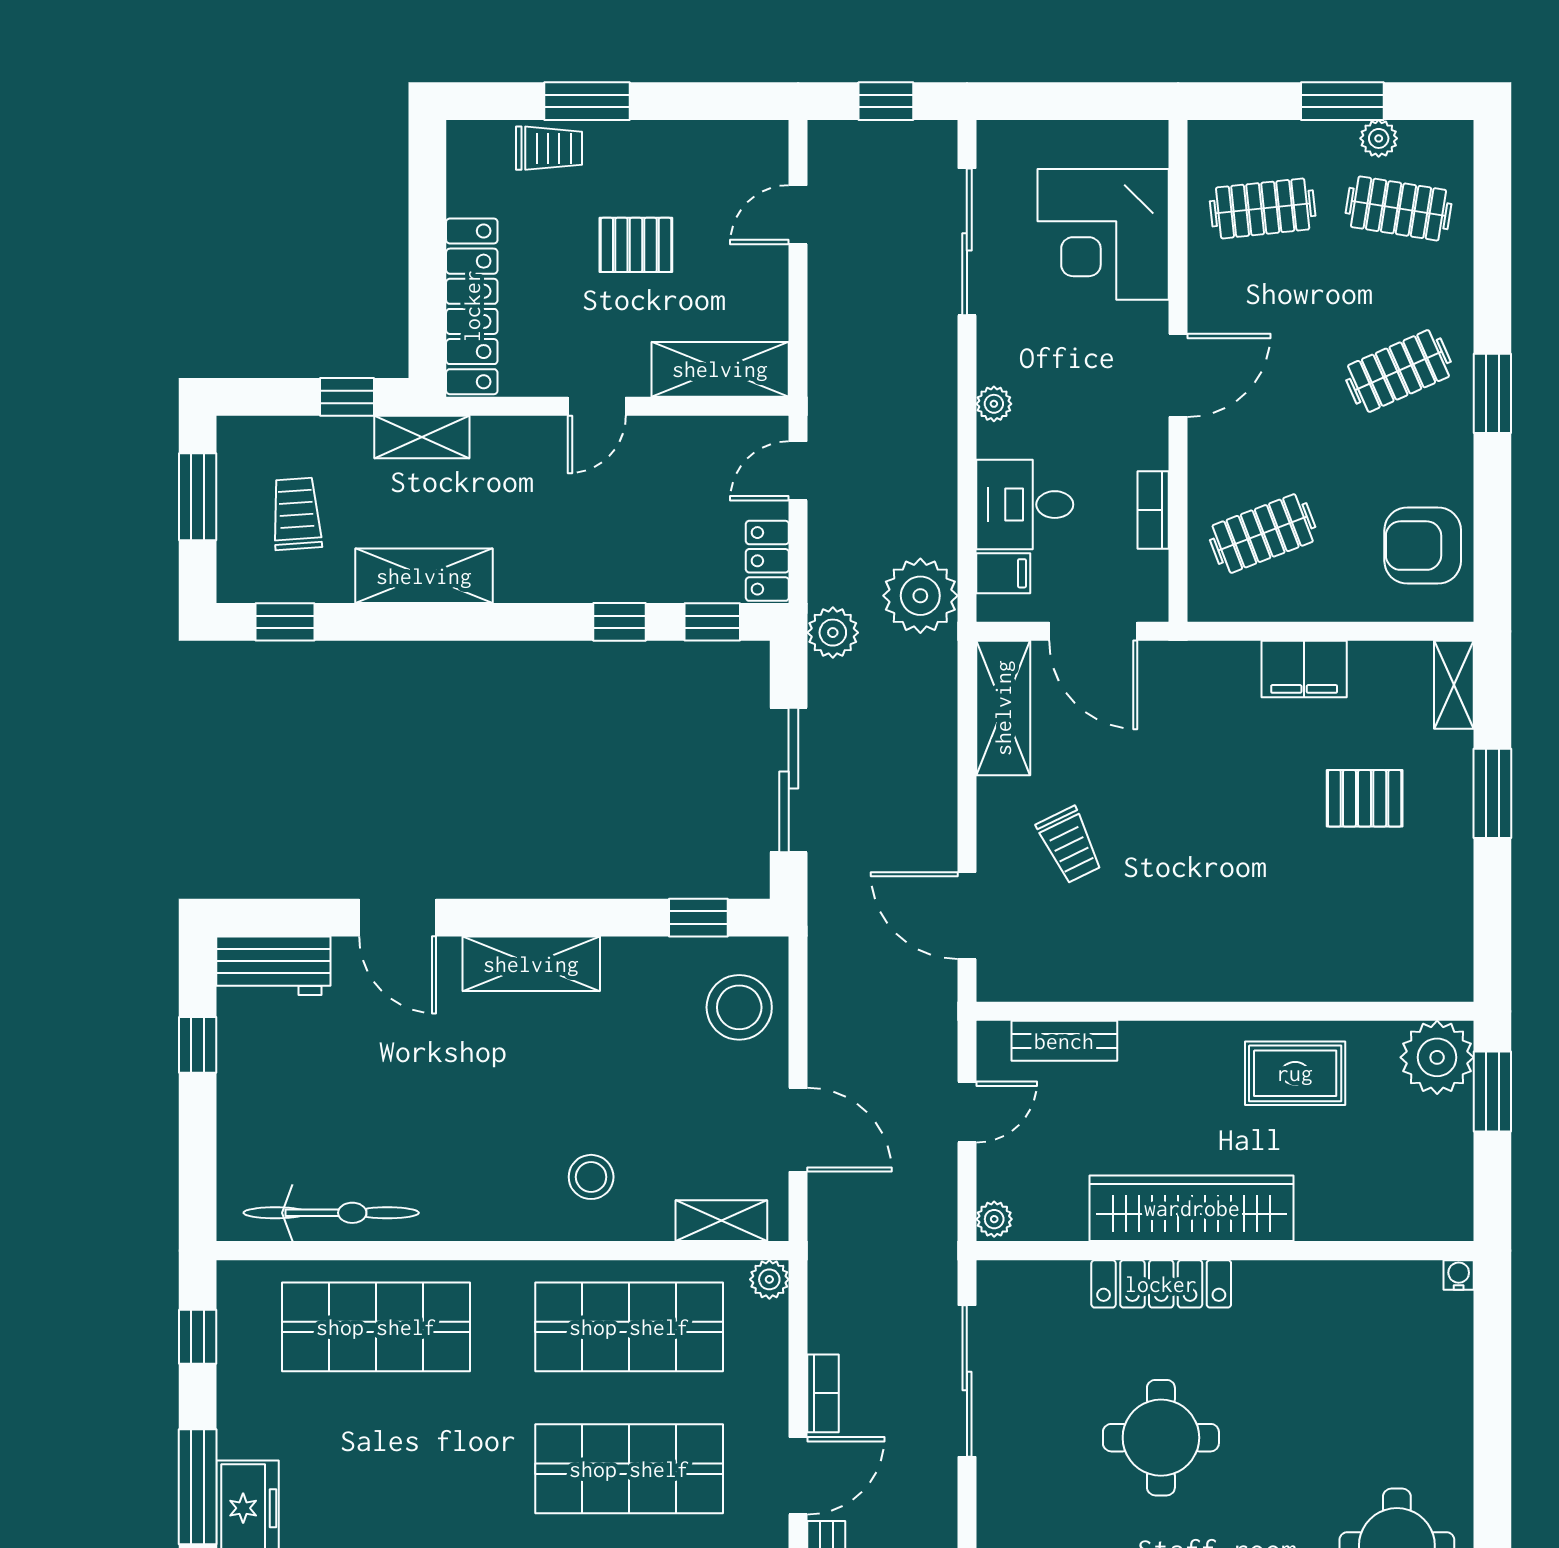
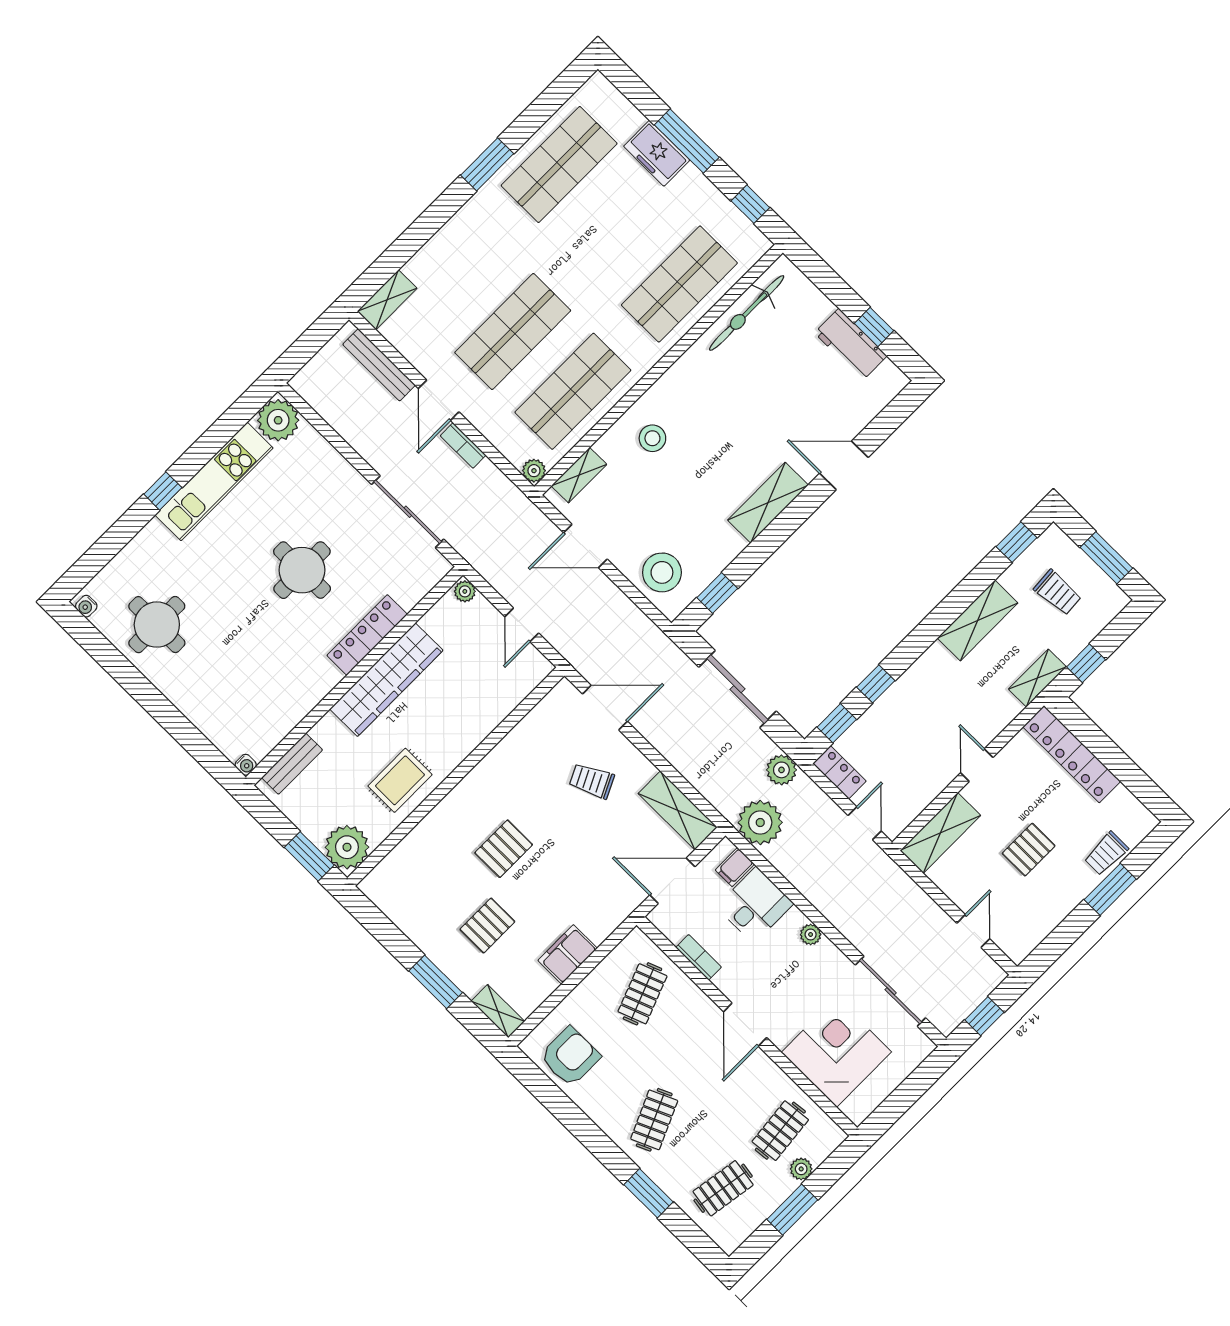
plant: (1379, 138) -> (801, 1169), moved
window: (1492, 393) -> (649, 1193), moved
pallet: (1254, 869) -> (504, 849), added
workbench: (273, 966) -> (851, 344), moved, turned -90
bench: (1064, 1041) -> (292, 764), moved

